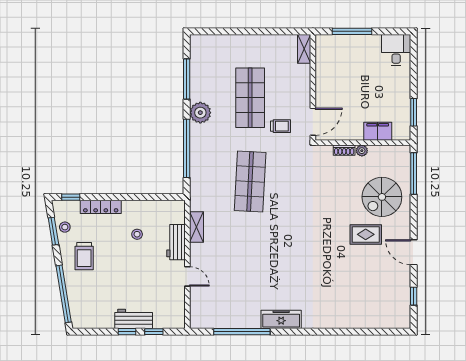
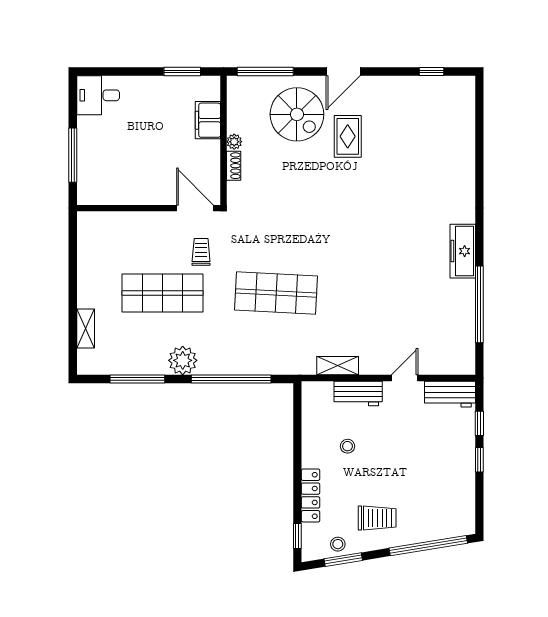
shelving: (304, 49) -> (86, 328), moved, turned 90
door: (414, 252) -> (343, 72), moved
workbench: (134, 319) -> (450, 394), moved, turned -90

